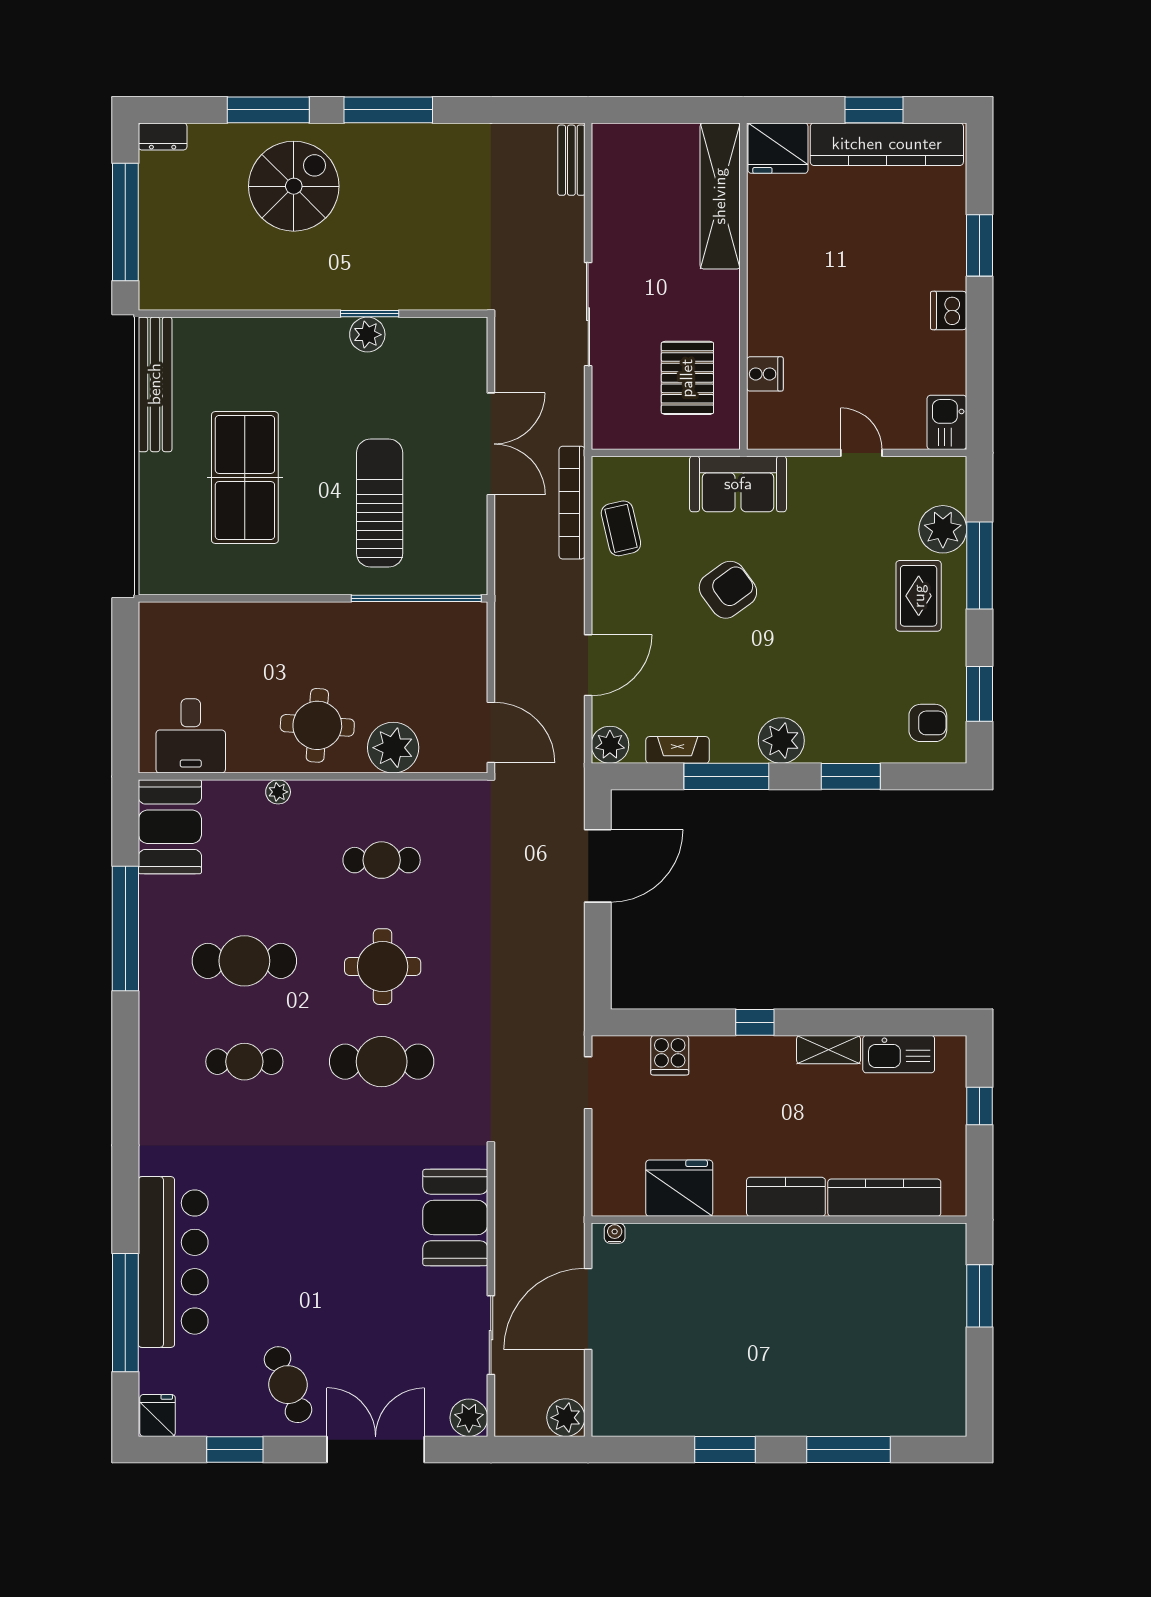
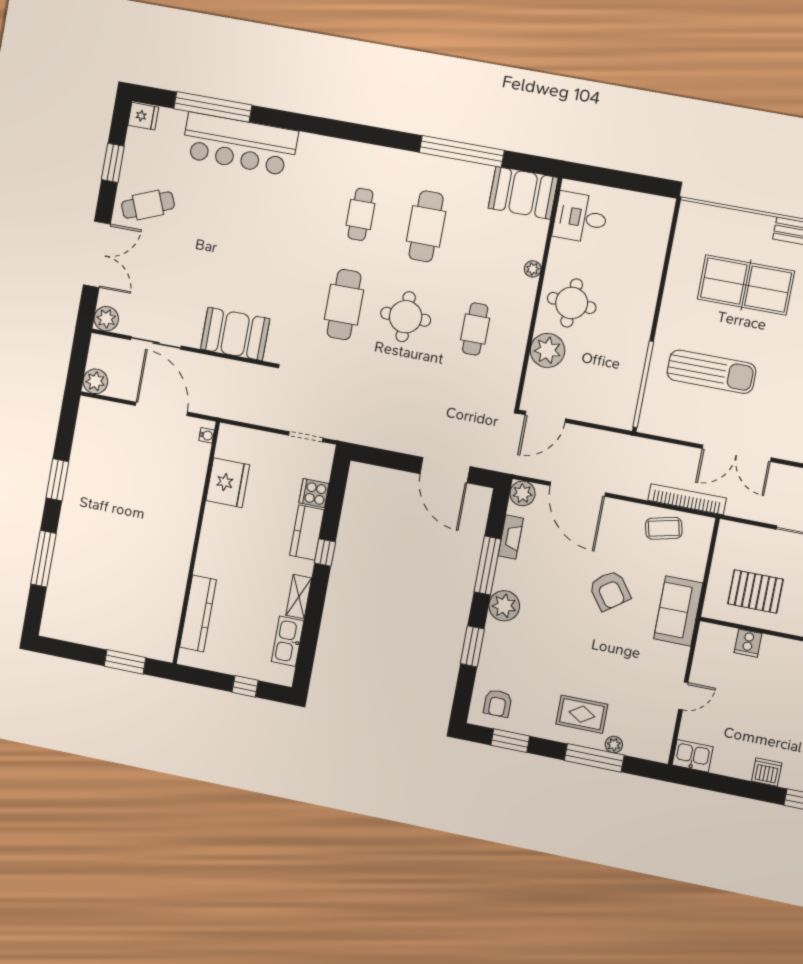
plant: (943, 529) -> (614, 745), width x0.53, depth x0.53
door: (588, 665) -> (578, 489), width x1.36
kitchen counter: (786, 1197) -> (307, 533), moved, turned 180

